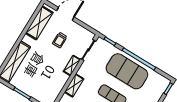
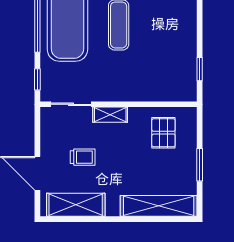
shelving: (74, 85) -> (139, 93), removed
pallet: (48, 86) -> (163, 133), added

